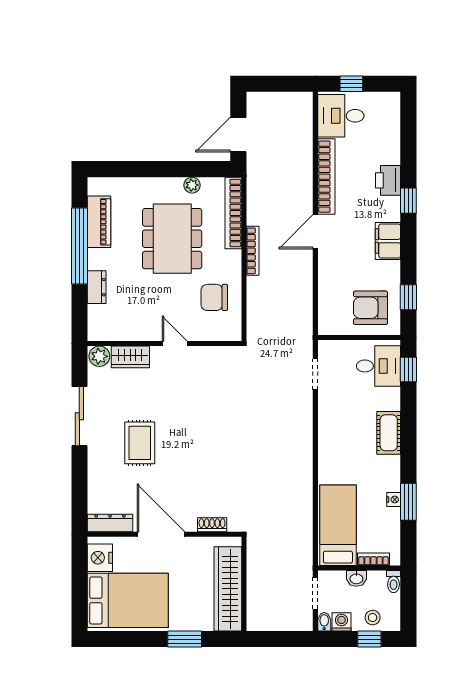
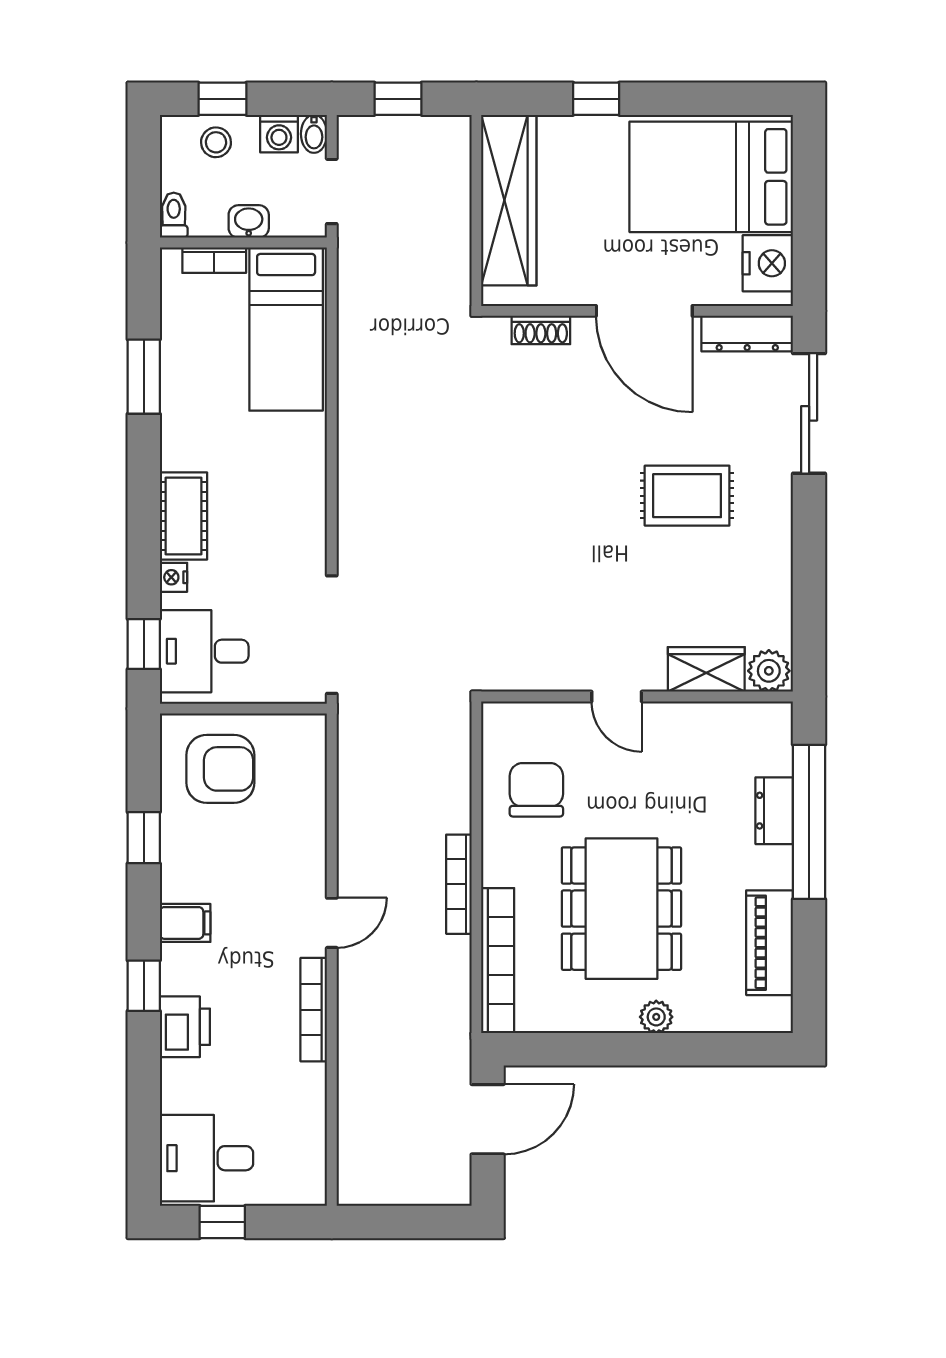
window: (351, 84) -> (222, 1222), moved
desk: (341, 116) -> (206, 1158), moved, turned 180
bookcase: (326, 177) -> (314, 1010), width x0.68, depth x0.76
plant: (192, 185) -> (656, 1017), moved
door: (315, 232) -> (332, 923), width x0.73
filing cabinet: (388, 241) -> (185, 923), width x0.50
window: (79, 246) -> (809, 822), moved
chair: (214, 297) -> (536, 790), turned -90
window: (408, 297) -> (144, 838), moved
doorway: (315, 374) -> (332, 635), width x1.87
sliding door: (79, 416) -> (809, 413), moved
rug: (140, 443) -> (687, 496), turned 90
nightstand: (394, 500) -> (174, 577), moved
window: (185, 639) -> (596, 99), width x0.67
window: (283, 639) -> (398, 99), added

